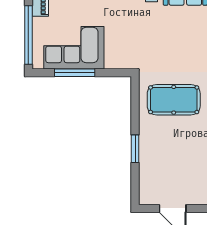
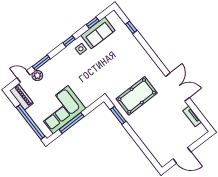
window: (135, 149) -> (118, 115), moved

